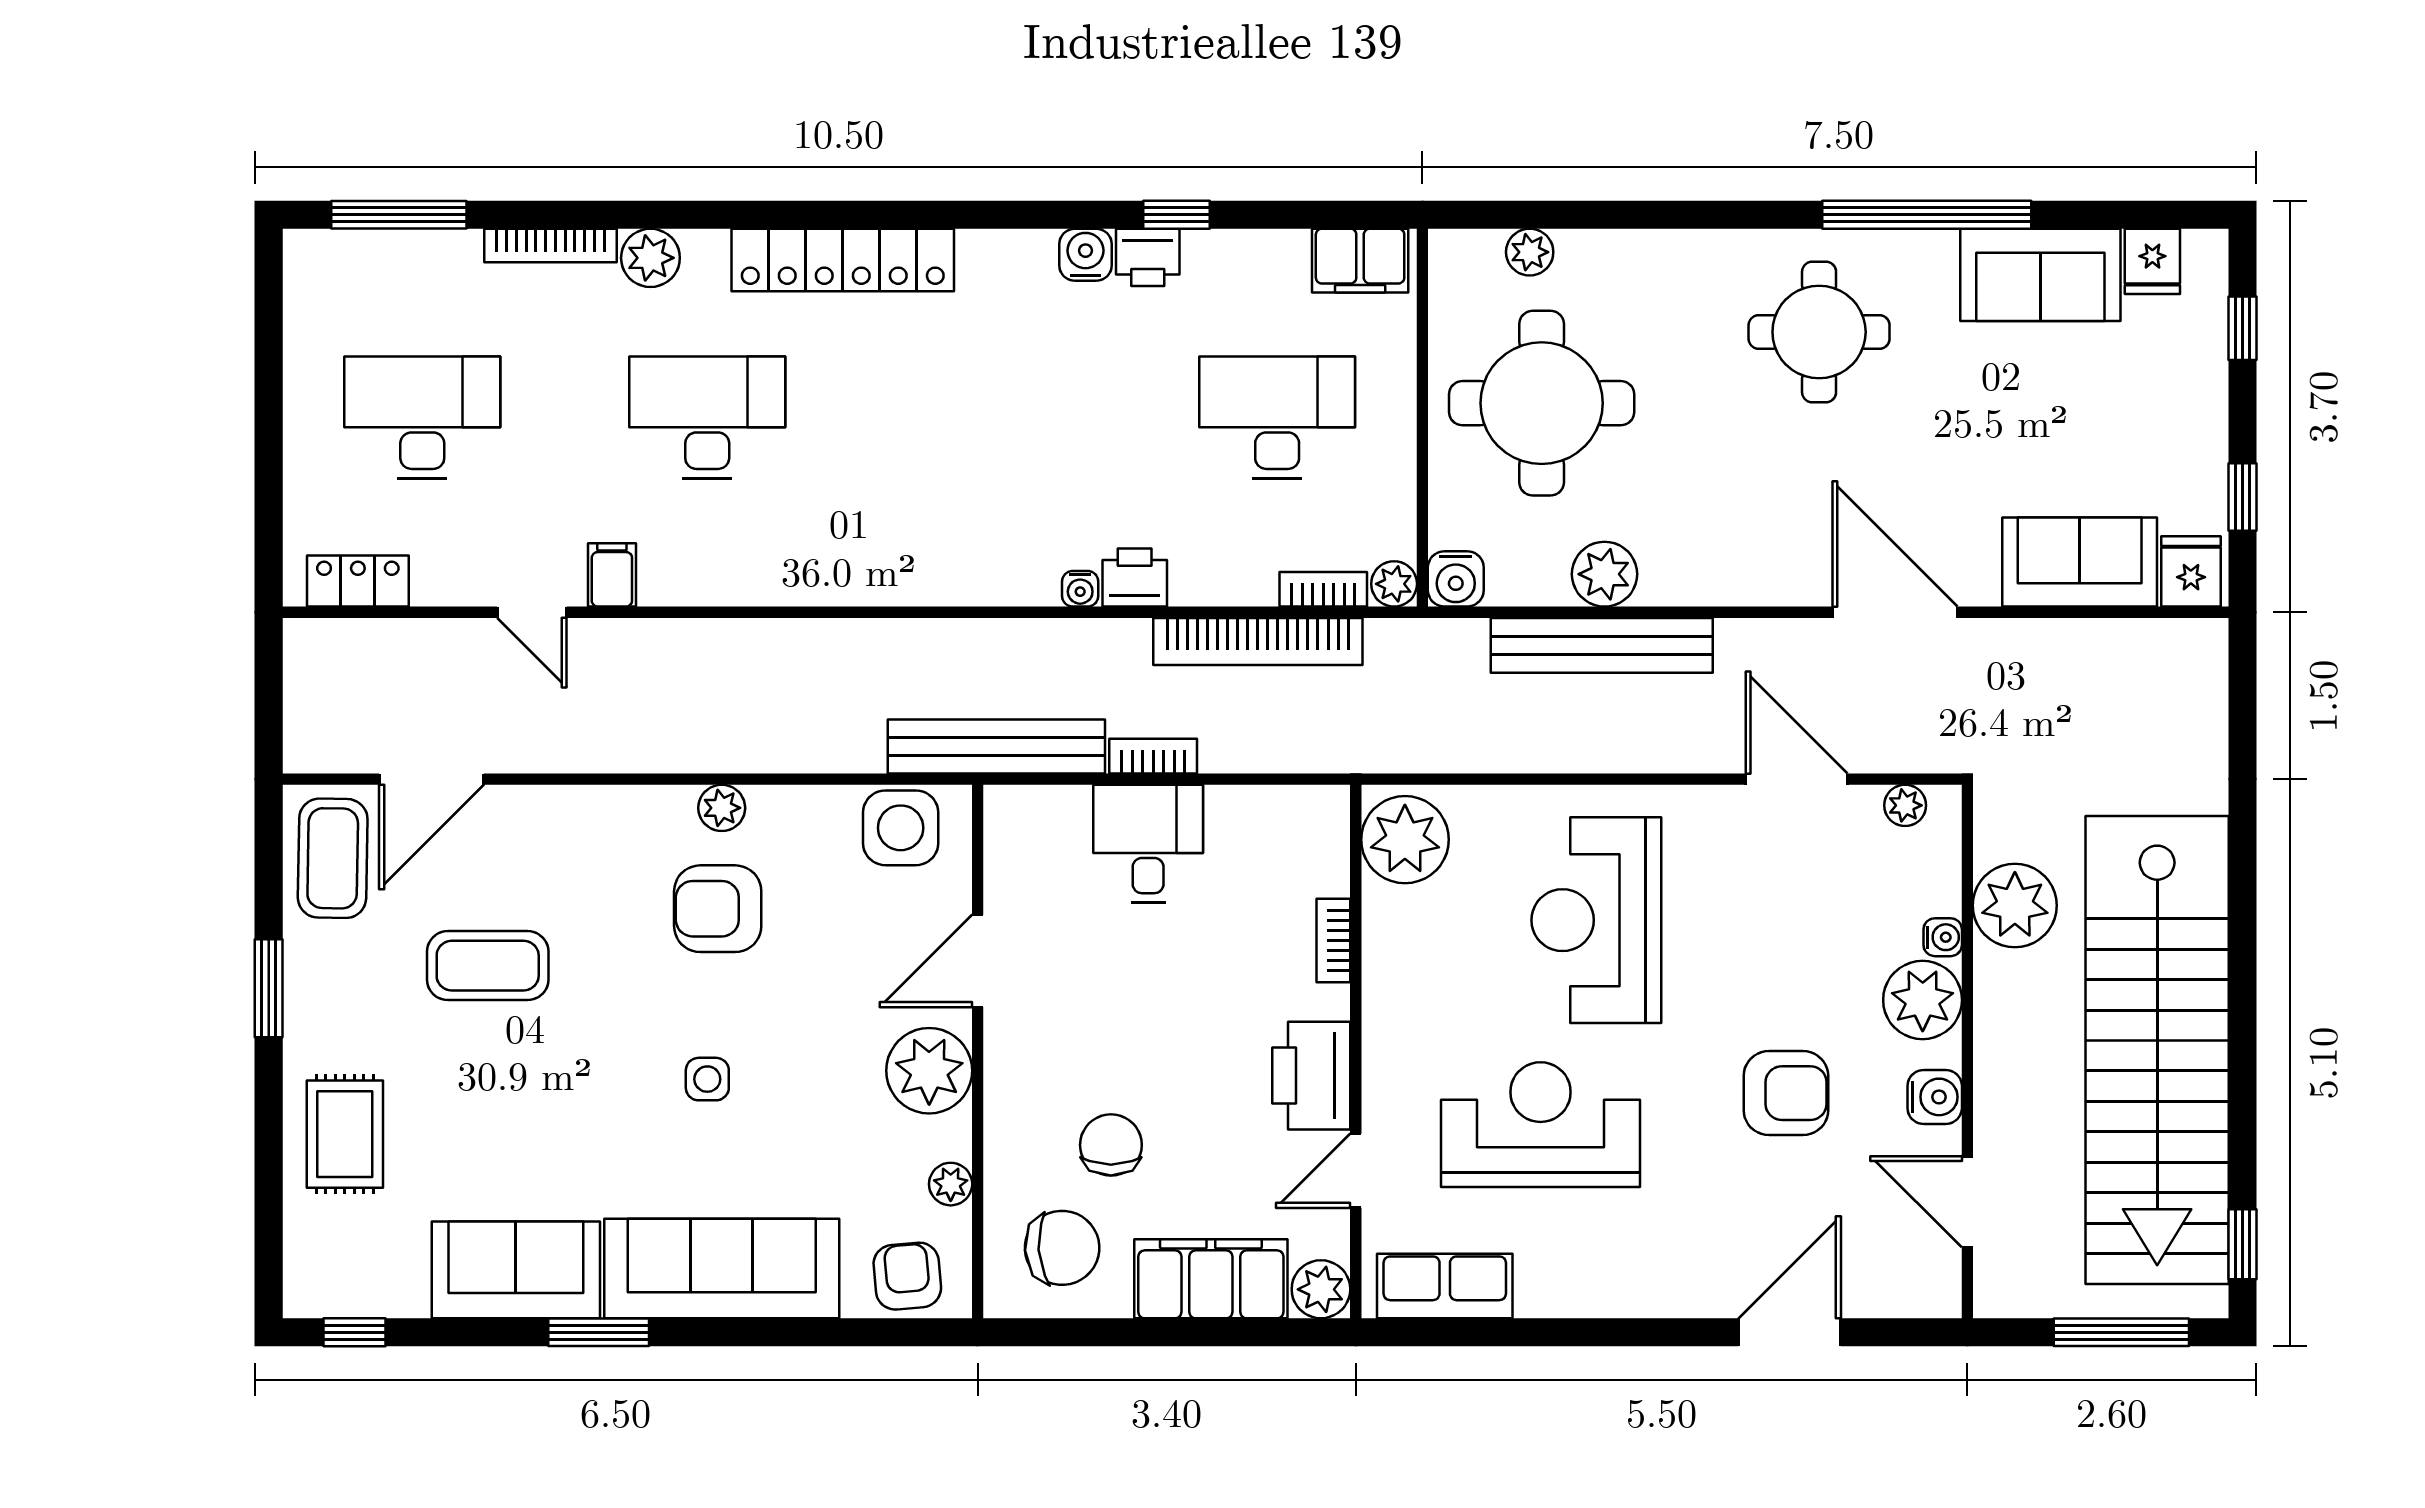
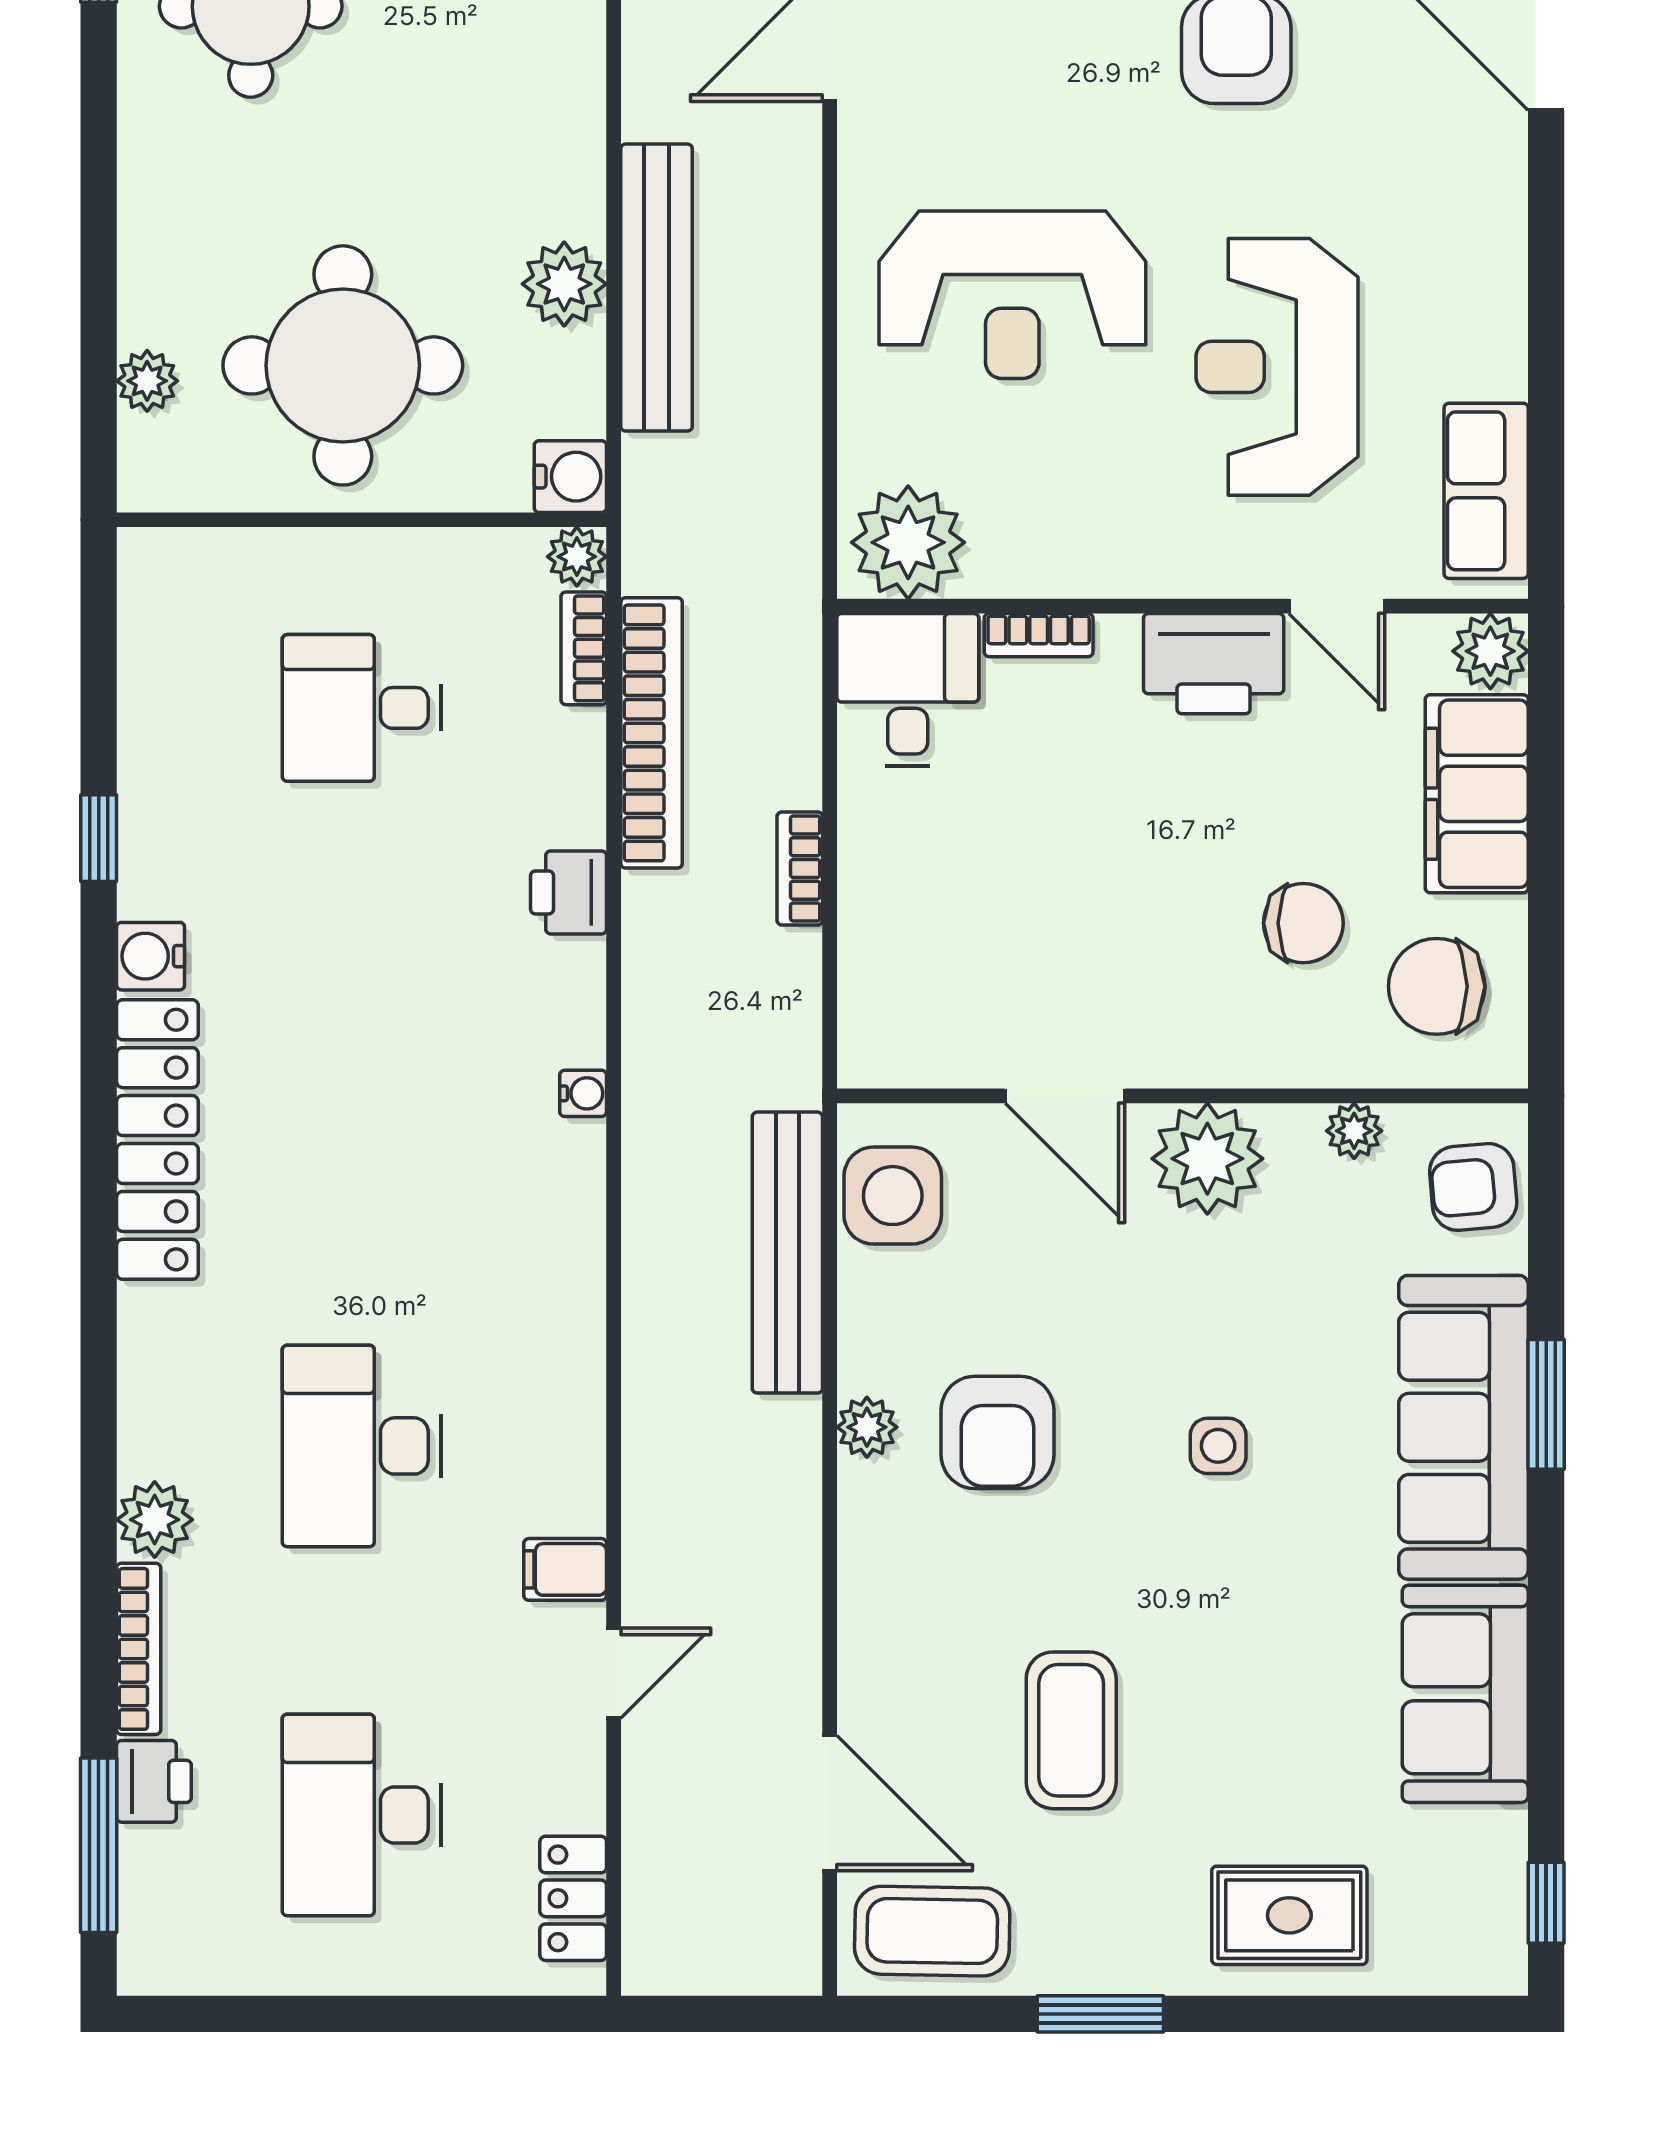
printer: (1148, 257) -> (154, 1781), moved
locker: (843, 260) -> (157, 1140), moved
filing cabinet: (1360, 261) -> (158, 601), removed
desk: (1277, 418) -> (362, 708), width x0.73
water cooler: (1080, 589) -> (583, 1093), moved
bench: (996, 746) -> (787, 1253), moved
desk: (1148, 844) -> (908, 690), moved, turned 90
chair: (1111, 1145) -> (1303, 923), turned 180
chair: (1062, 1248) -> (1437, 986), turned -86
window: (599, 1332) -> (1546, 1404), moved

